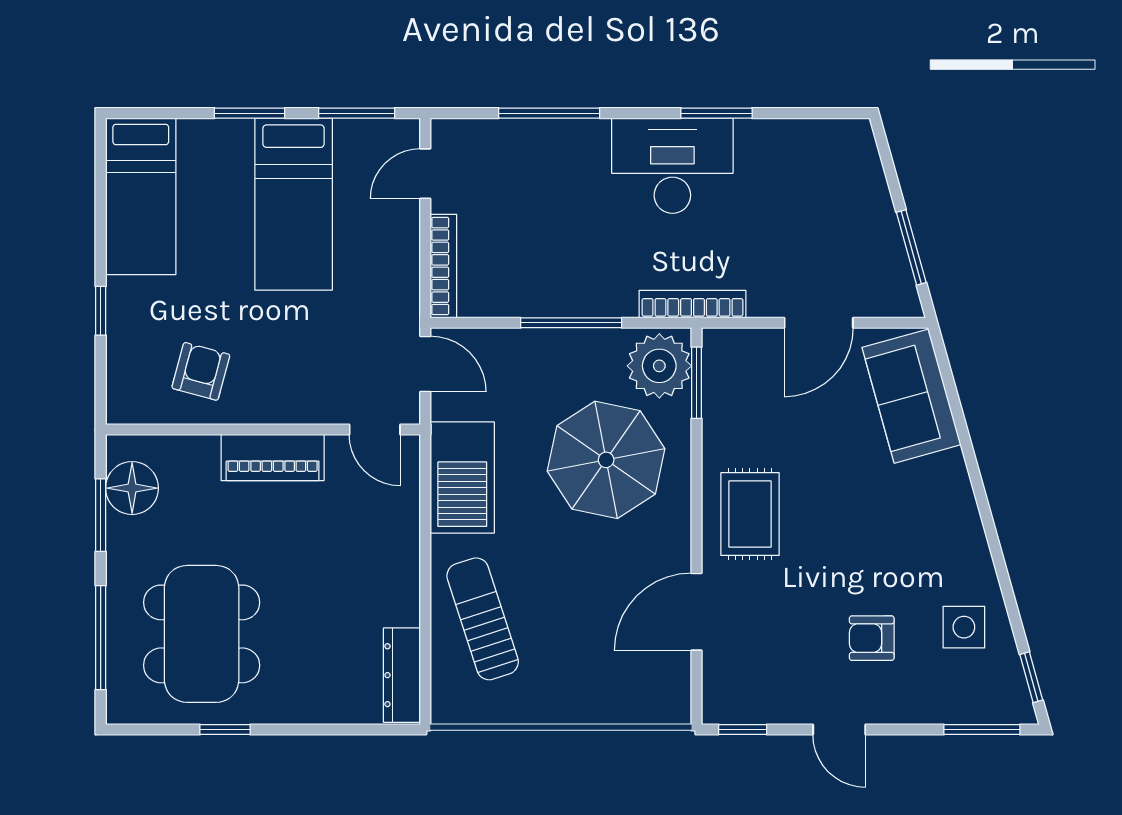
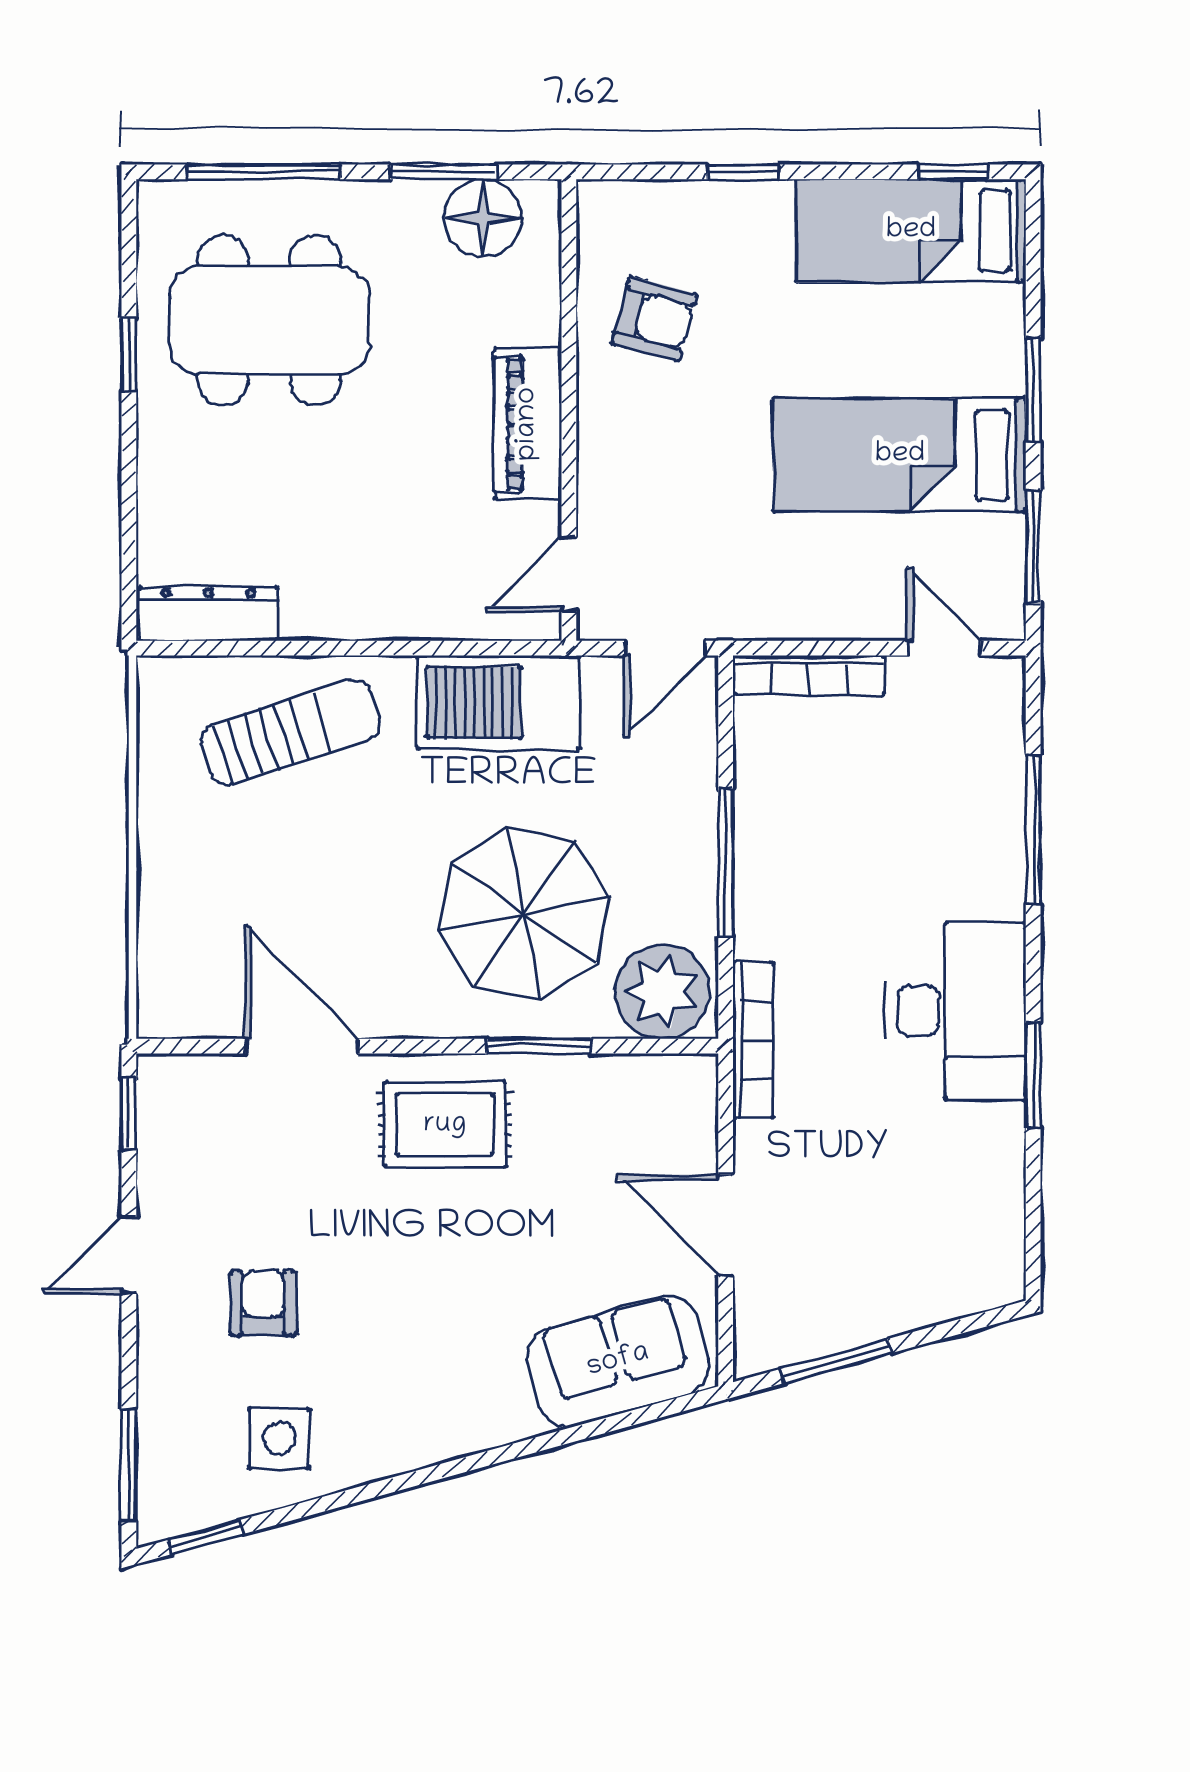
window: (101, 168) -> (953, 172), added
window: (696, 383) -> (539, 1046), moved

